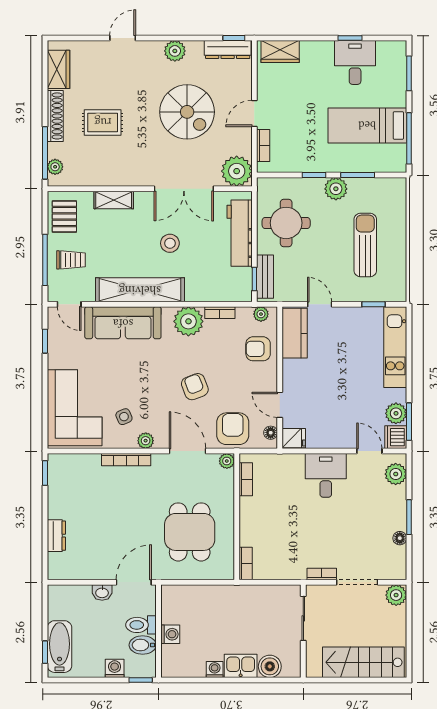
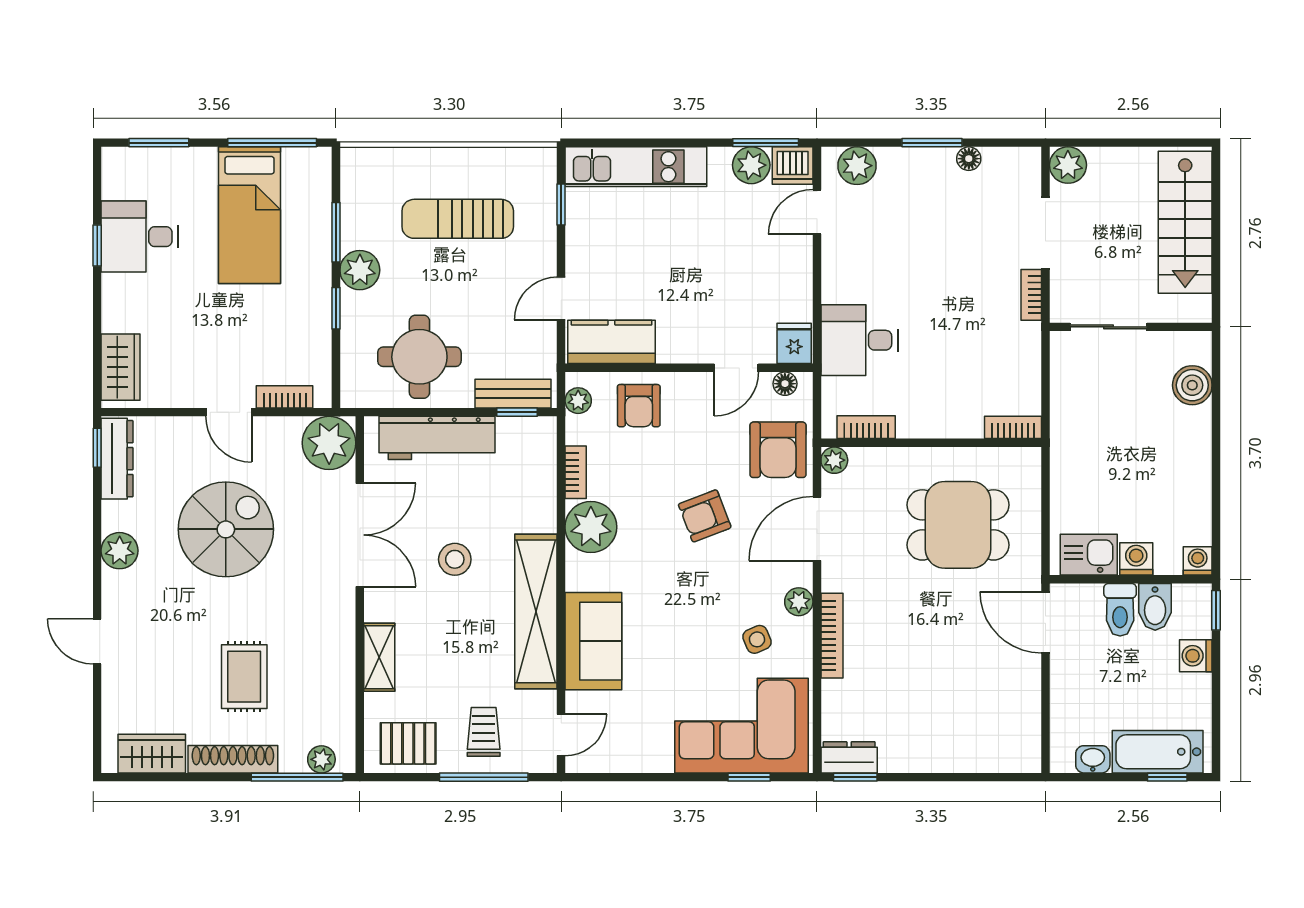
sofa: (123, 323) -> (593, 641), width x0.73
window: (45, 341) -> (749, 777), moved
armchair: (233, 429) -> (778, 450), turned -90
desk: (326, 475) -> (859, 340), moved
dresser: (56, 536) -> (849, 757), moved
washbasin: (102, 592) -> (1093, 759), moved, turned -90
kitchen sink: (241, 666) -> (1089, 555), moved, turned 90
washing machine: (215, 669) -> (1198, 561), moved, turned 90

